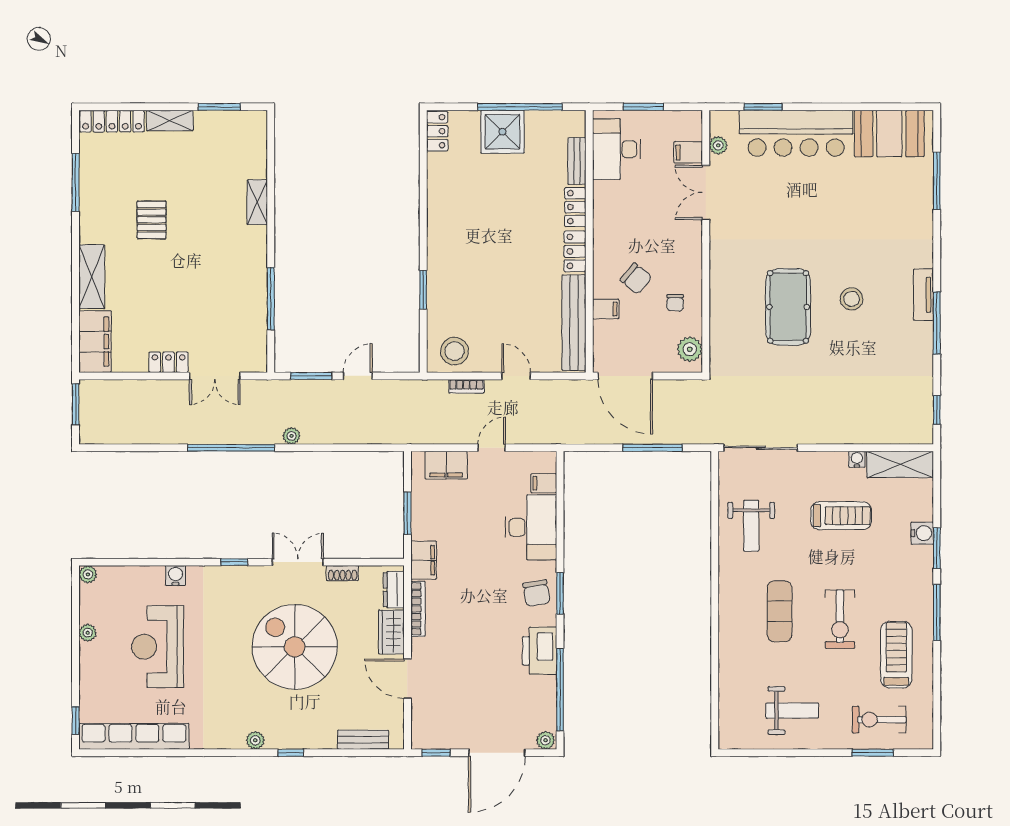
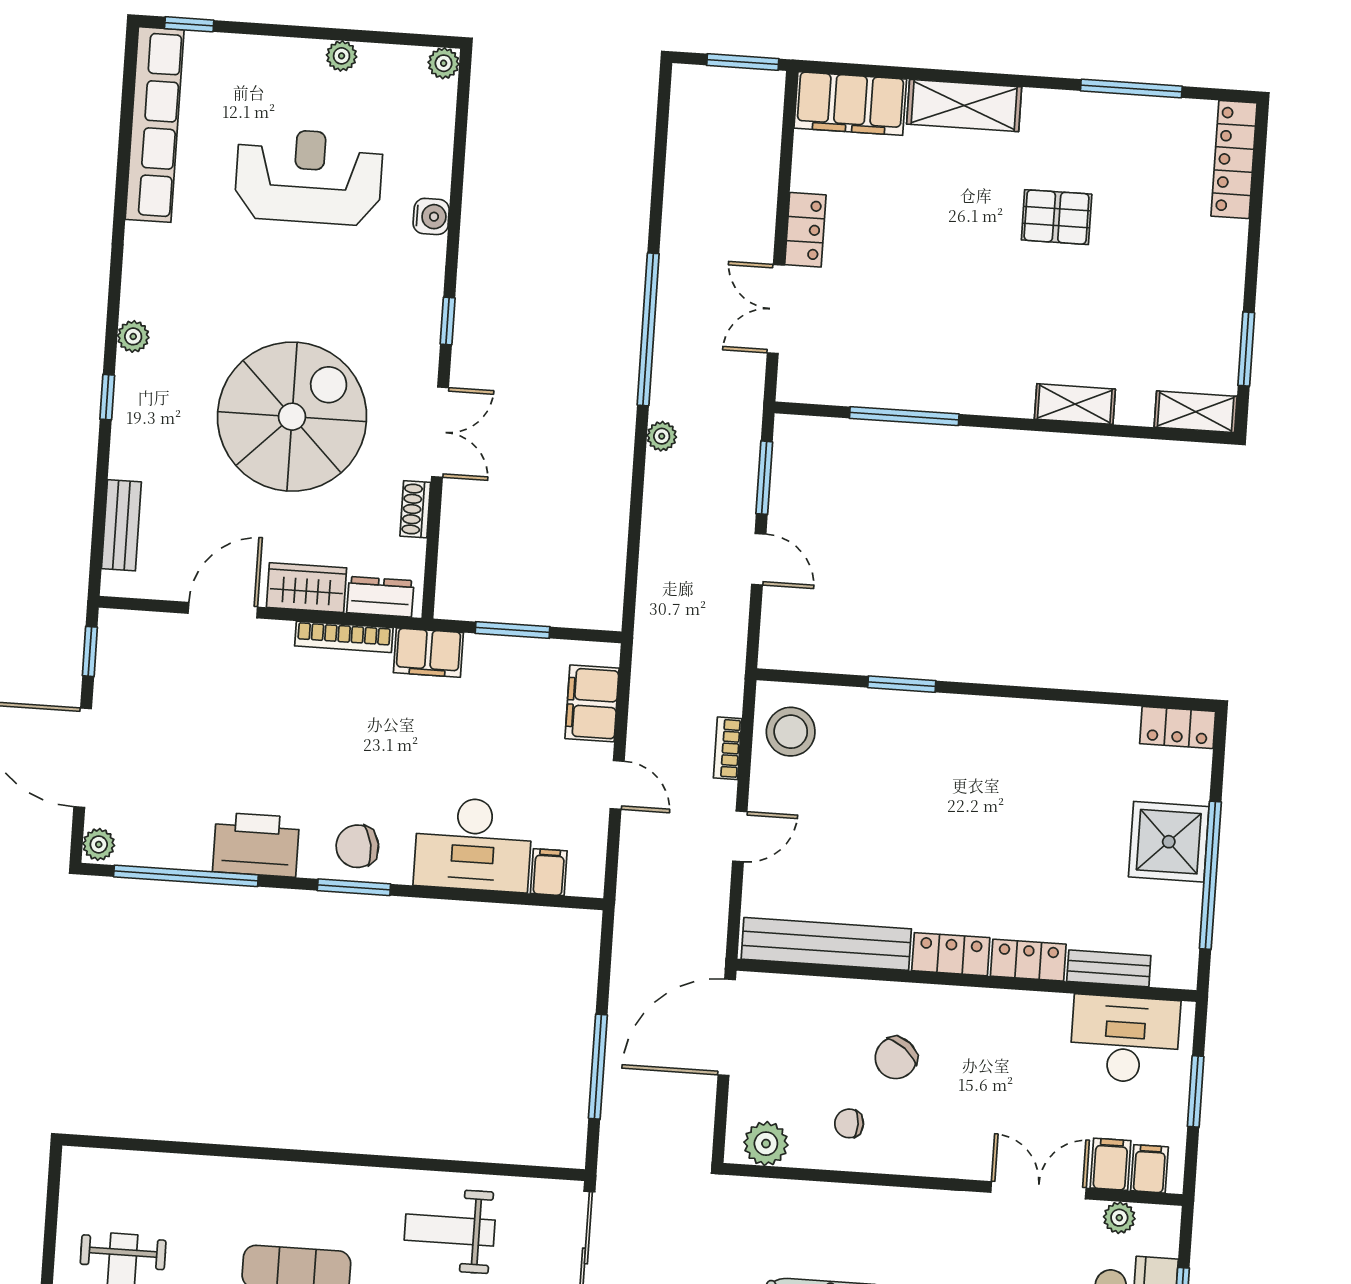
shelving: (170, 121) -> (1196, 412), moved, turned 90
filing cabinet: (606, 309) -> (1150, 1169), moved, turned 180

